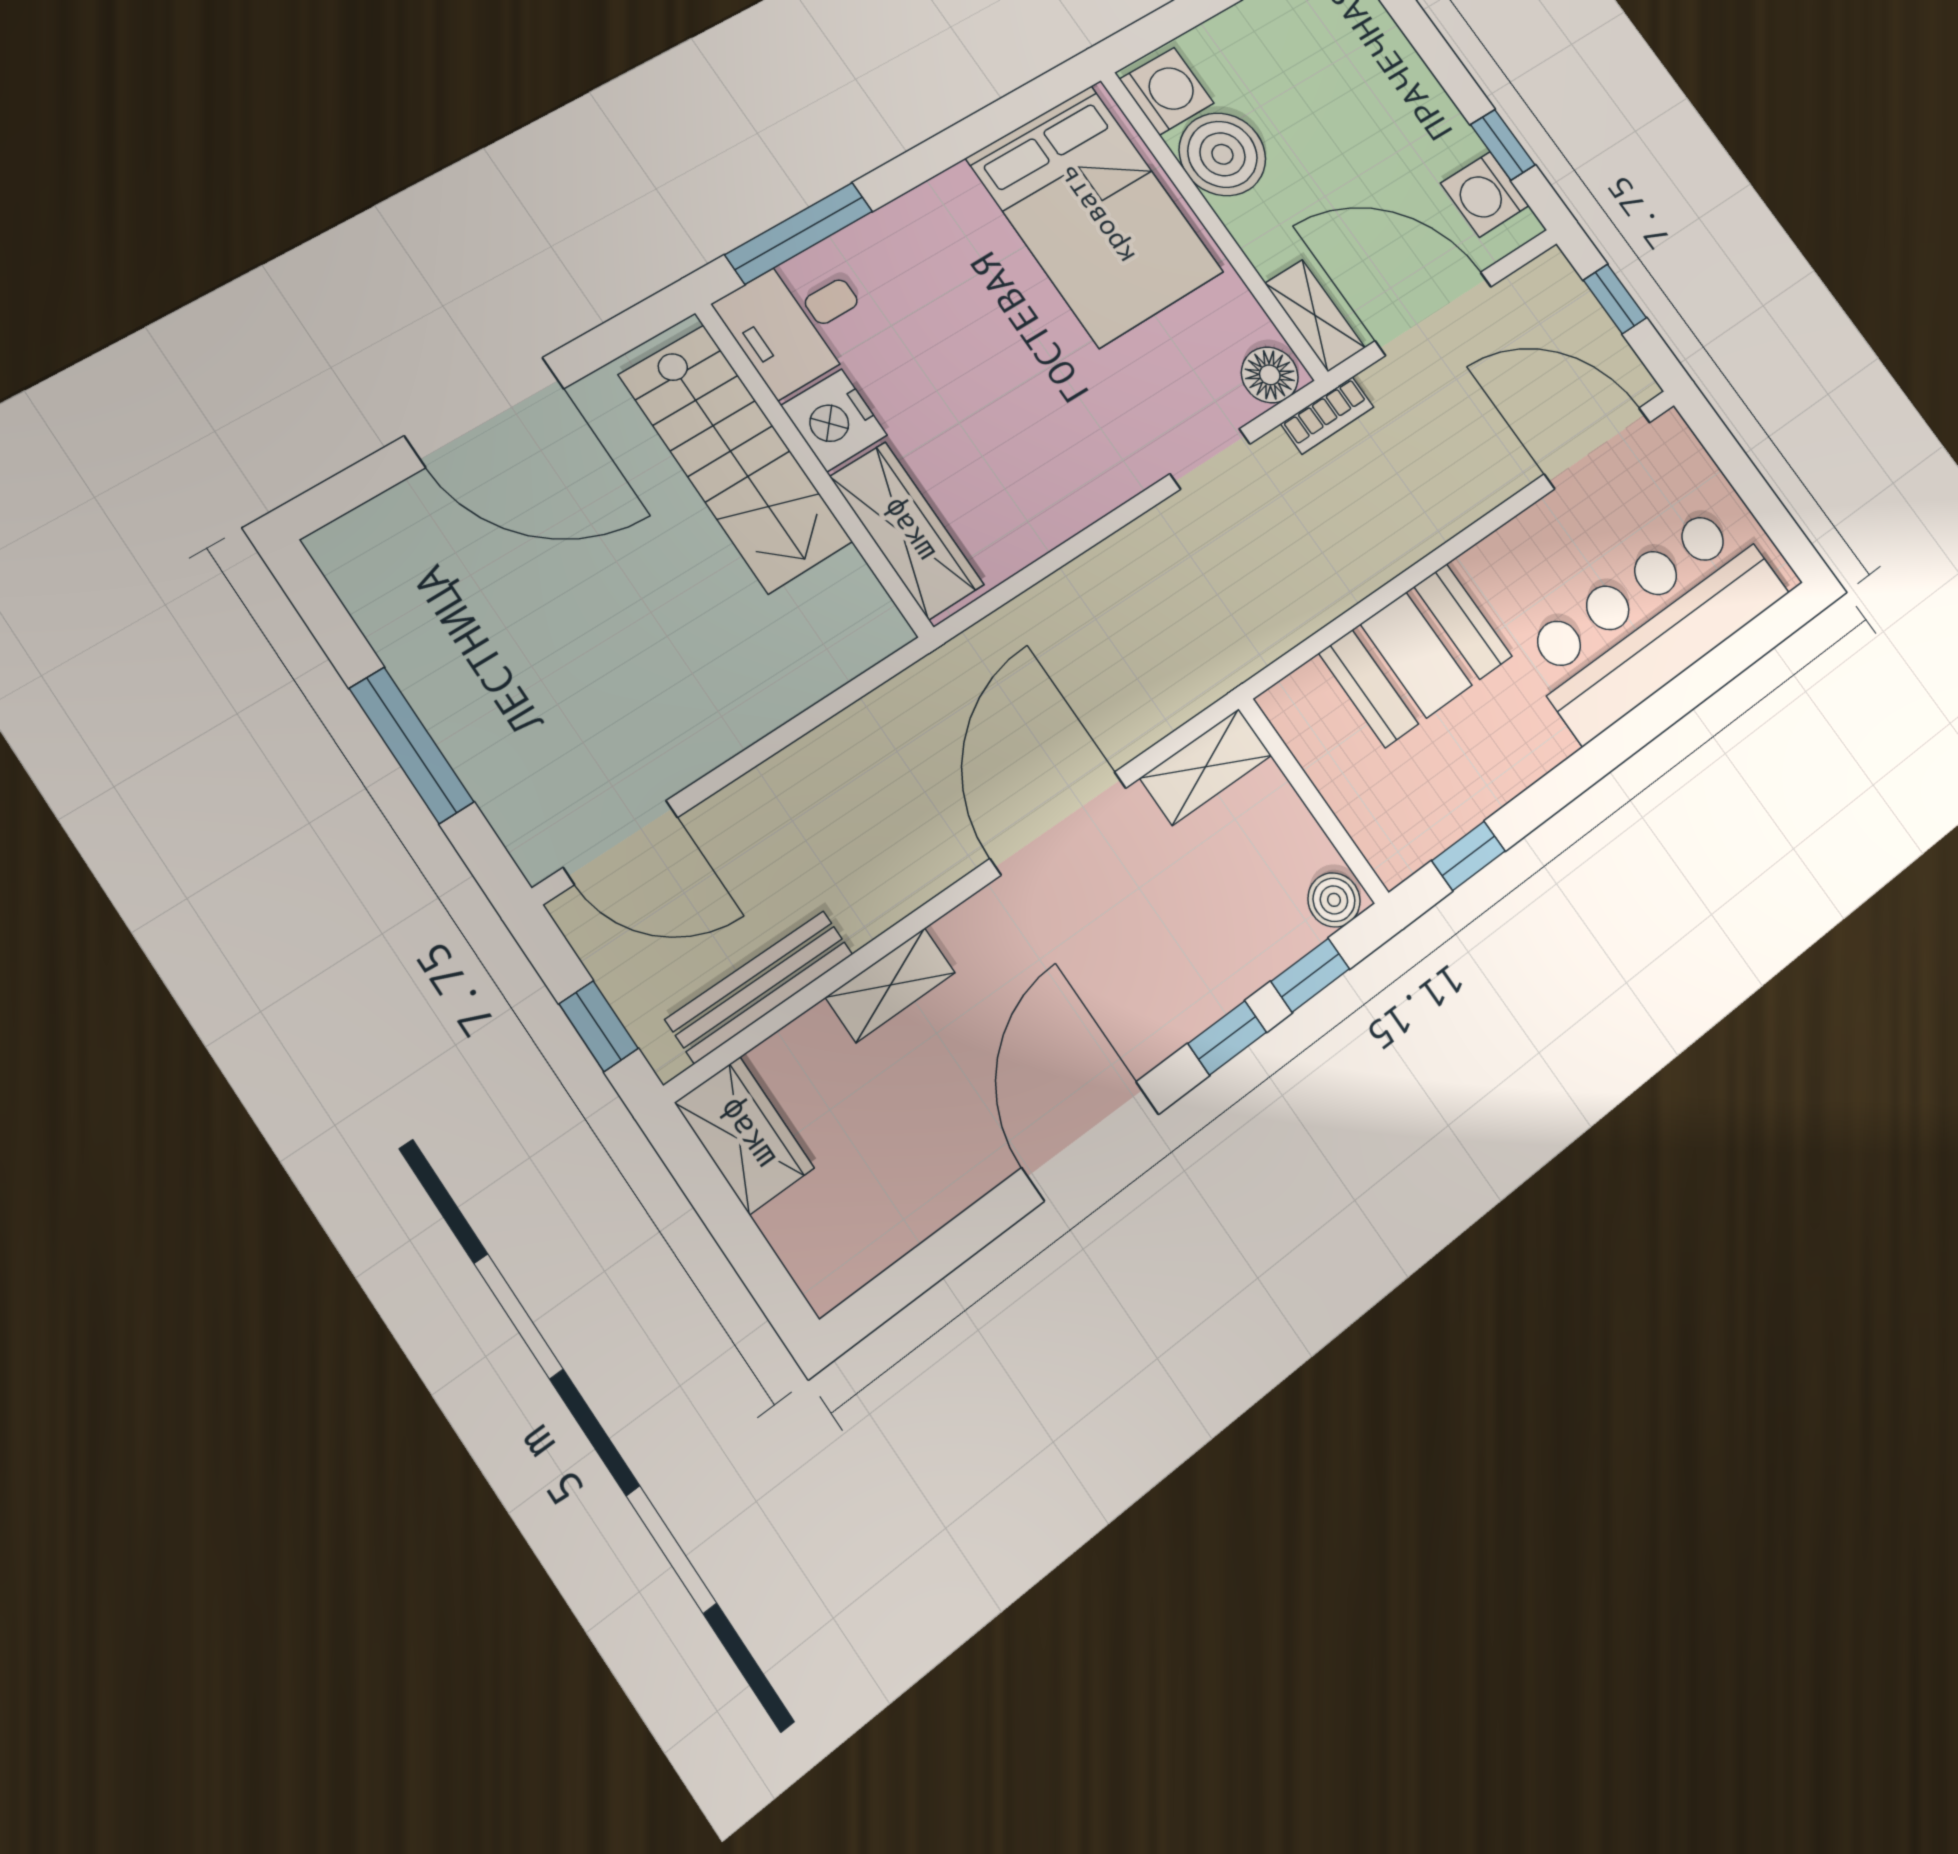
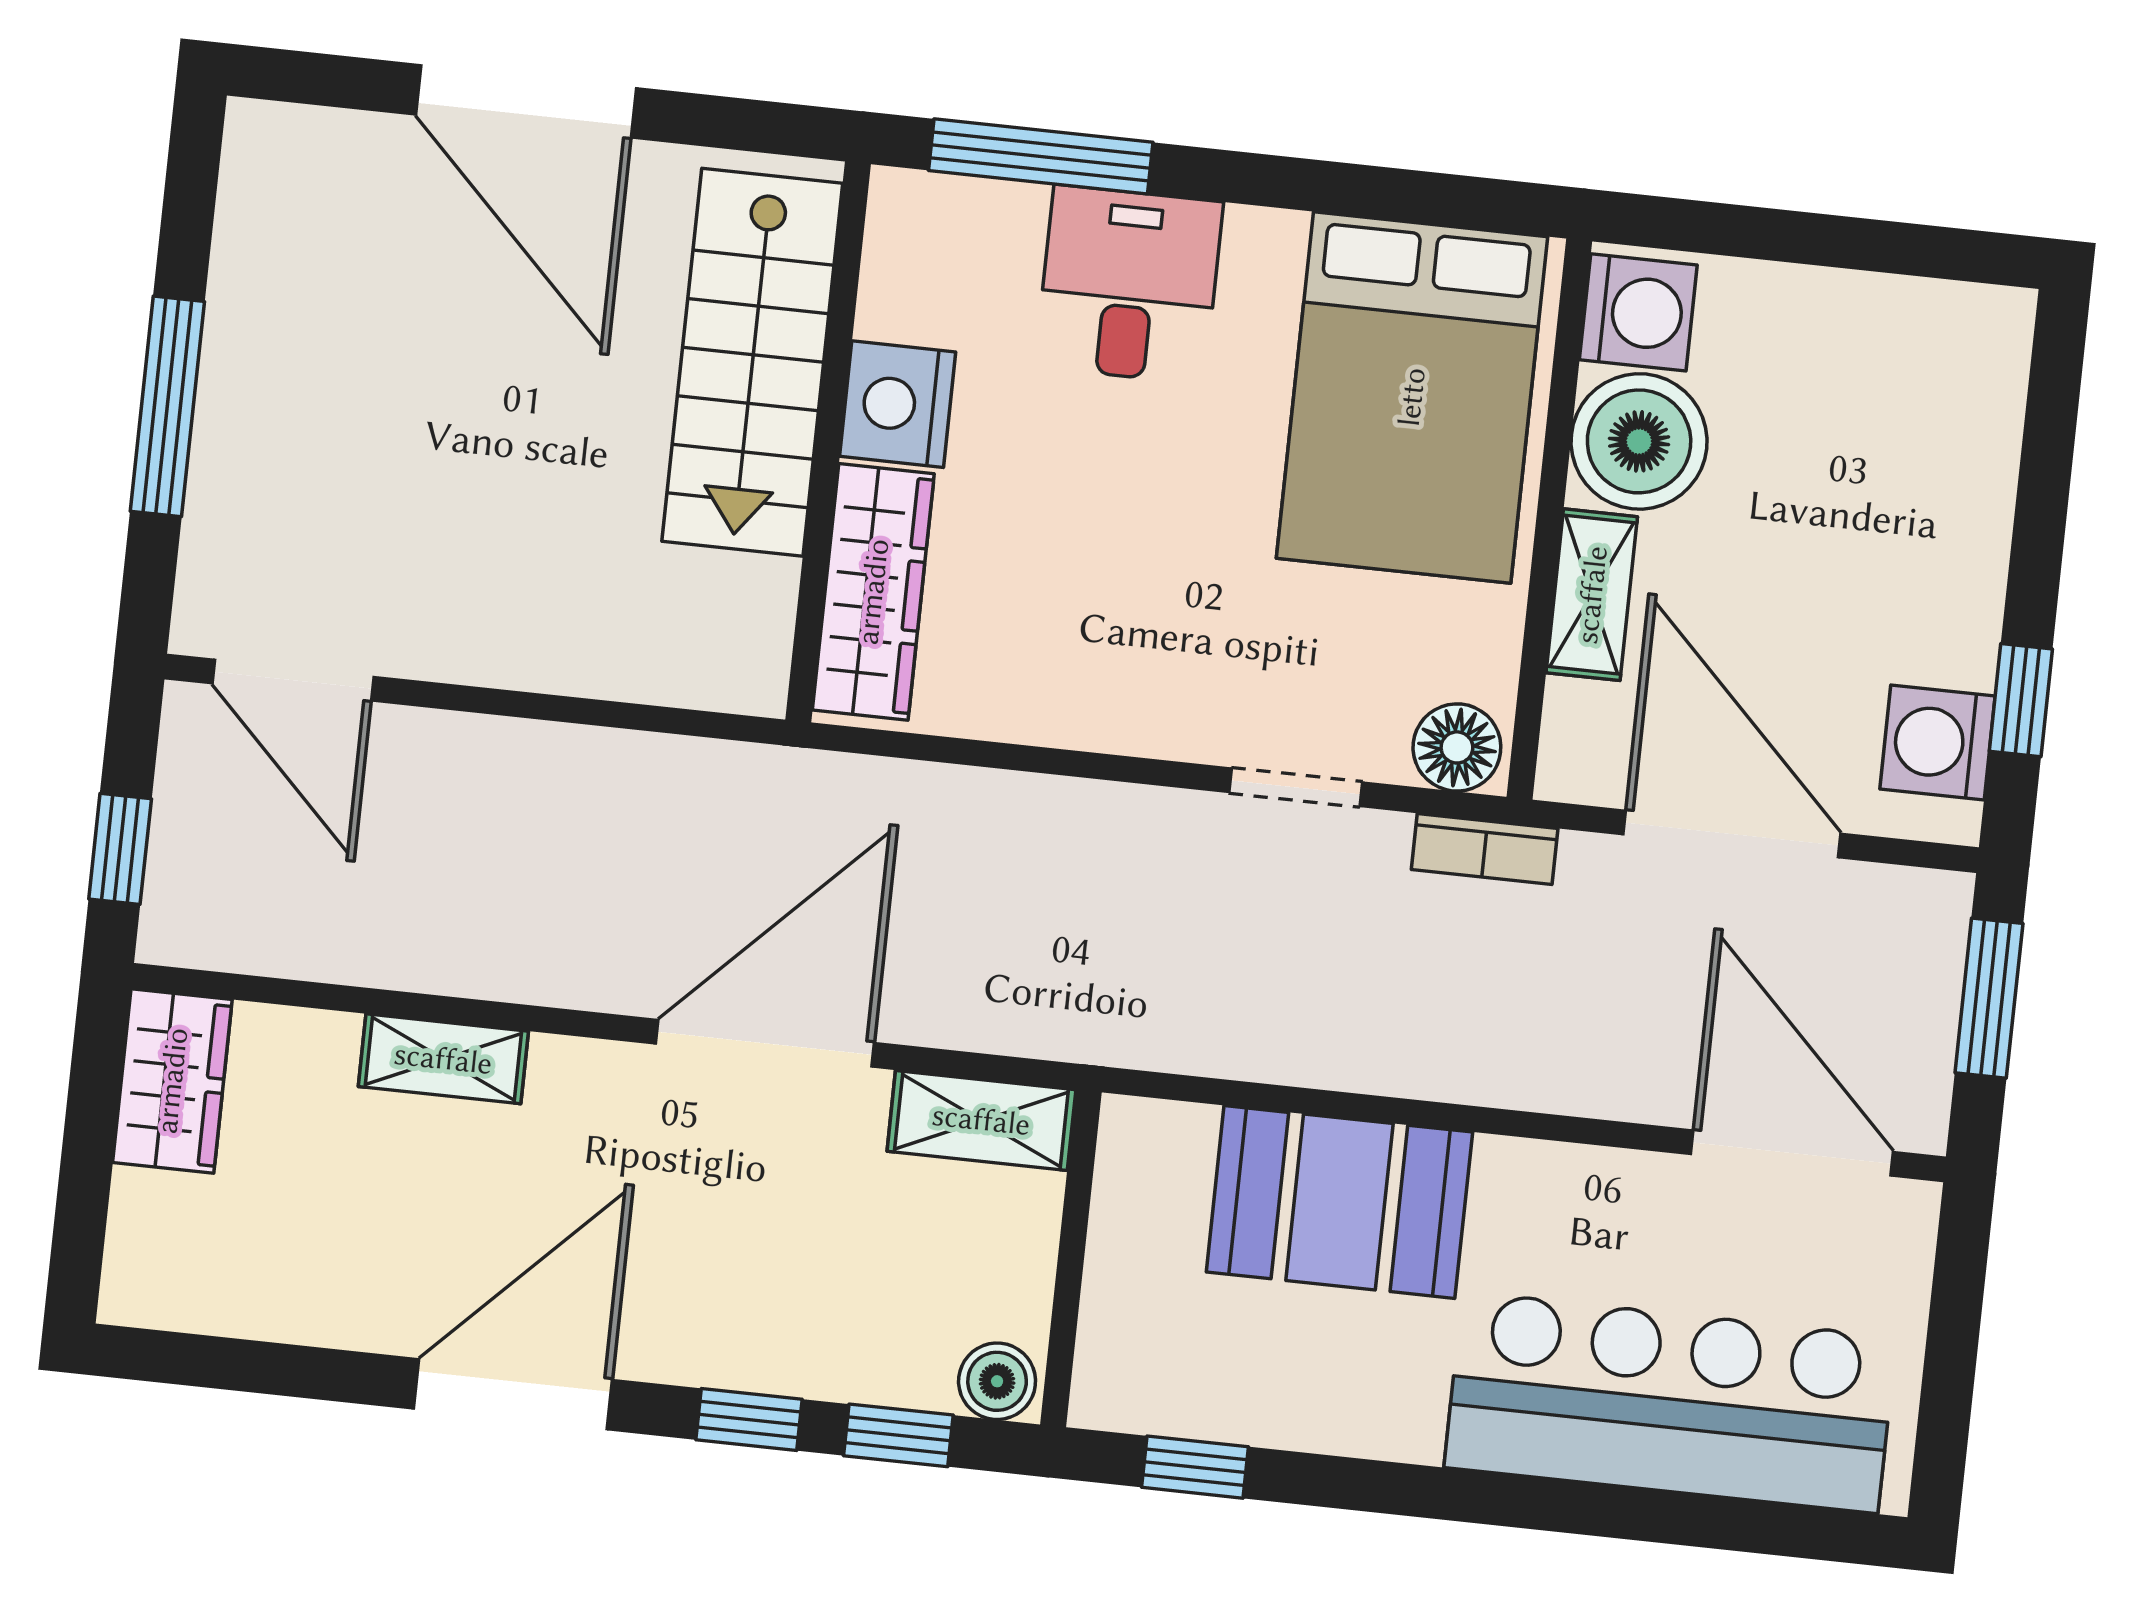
window: (1615, 299) -> (1989, 998), width x1.50
shelving: (1315, 315) -> (1592, 595), moved
desk: (798, 321) -> (1129, 284), moved, turned 90
bench: (760, 987) -> (310, 946), removed

